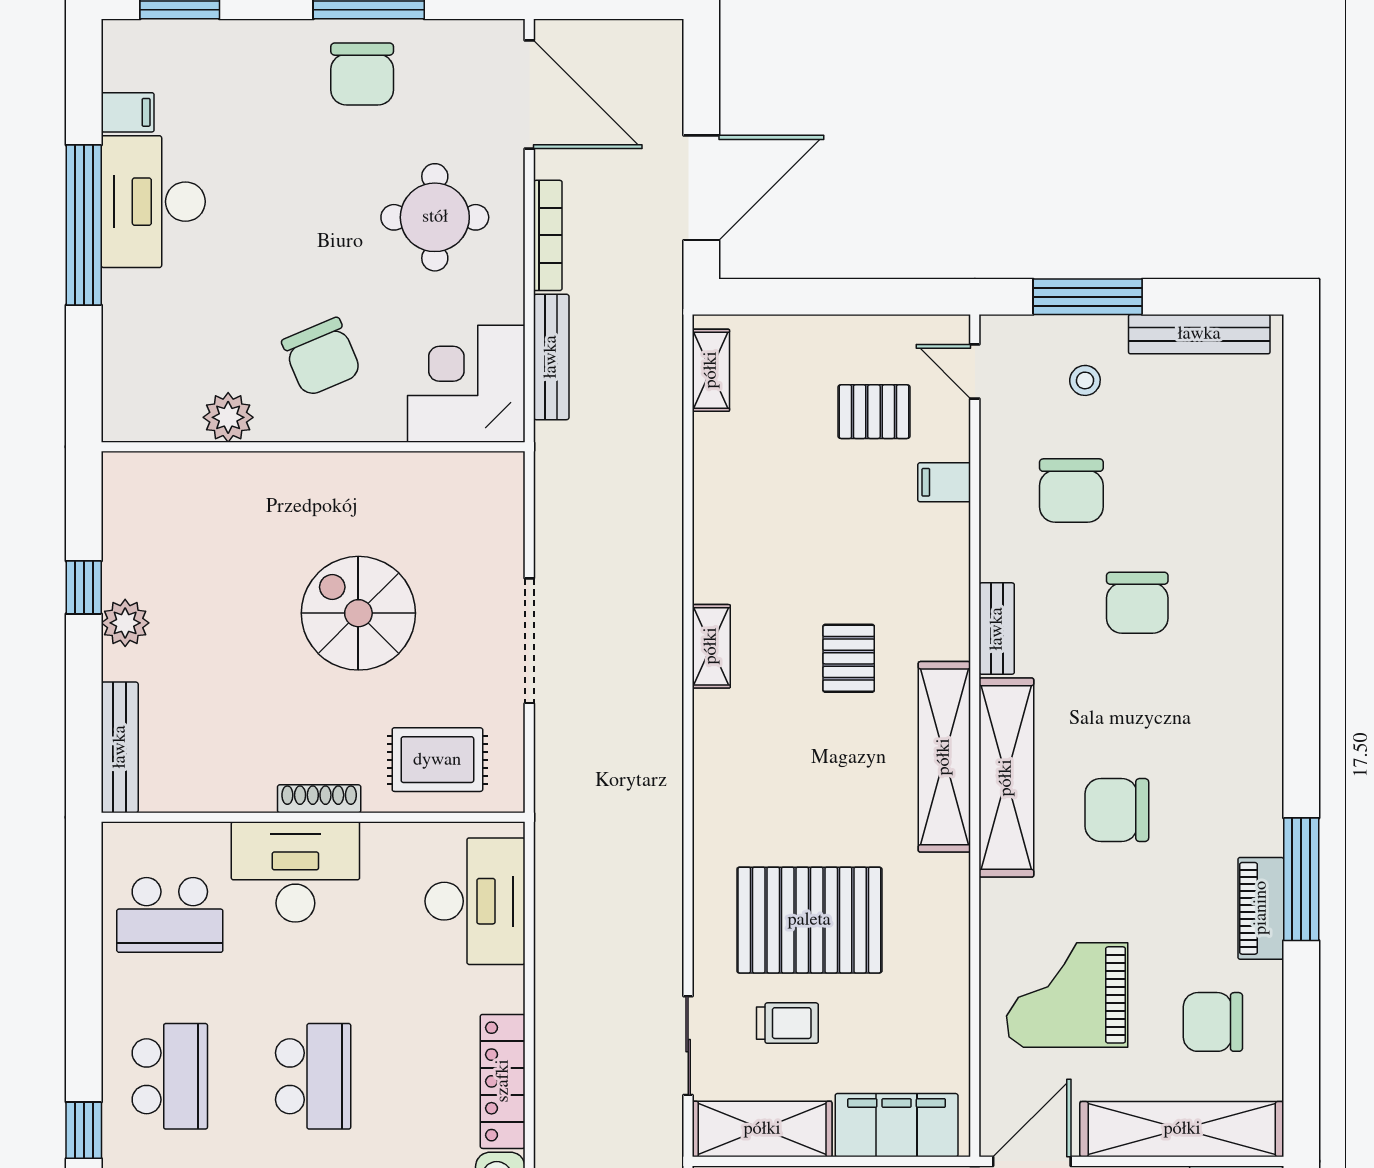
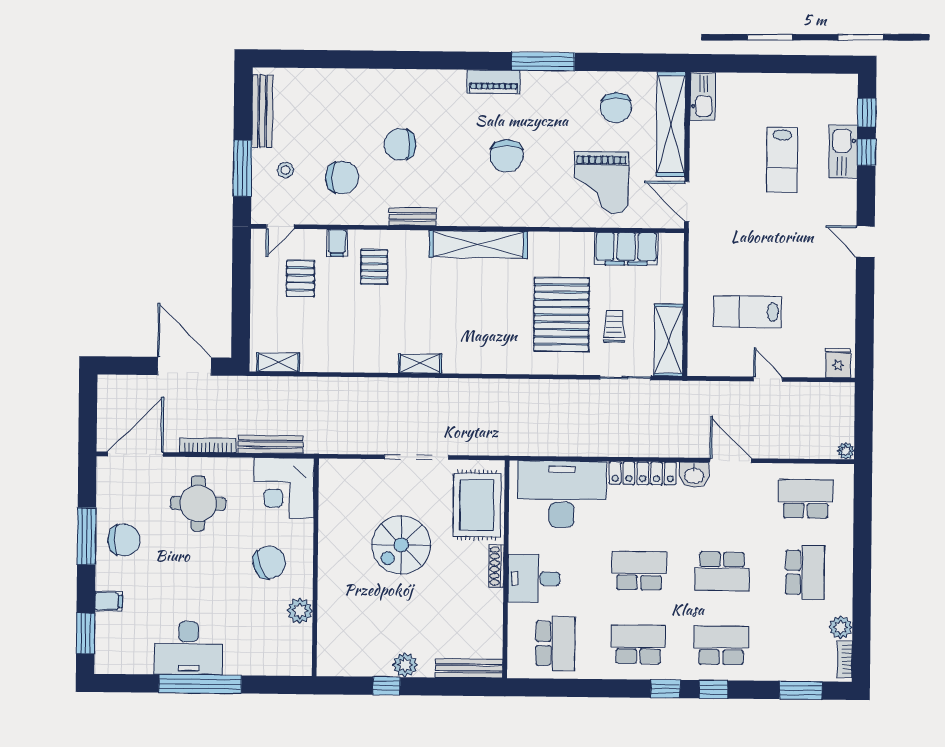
filing cabinet: (128, 112) -> (108, 601), moved, turned 90
chair: (1137, 603) -> (400, 144), turned 180
pallet: (849, 658) -> (374, 267), moved, turned 90
rug: (437, 760) -> (477, 505), width x1.36, depth x1.43
shelving: (1006, 778) -> (489, 213), removed
desk: (295, 872) -> (534, 579), width x0.73
desk: (475, 901) -> (562, 494), width x1.36, depth x1.30
piano: (1261, 908) -> (494, 82), moved
filing cabinet: (897, 1125) -> (626, 249), moved, turned -90

